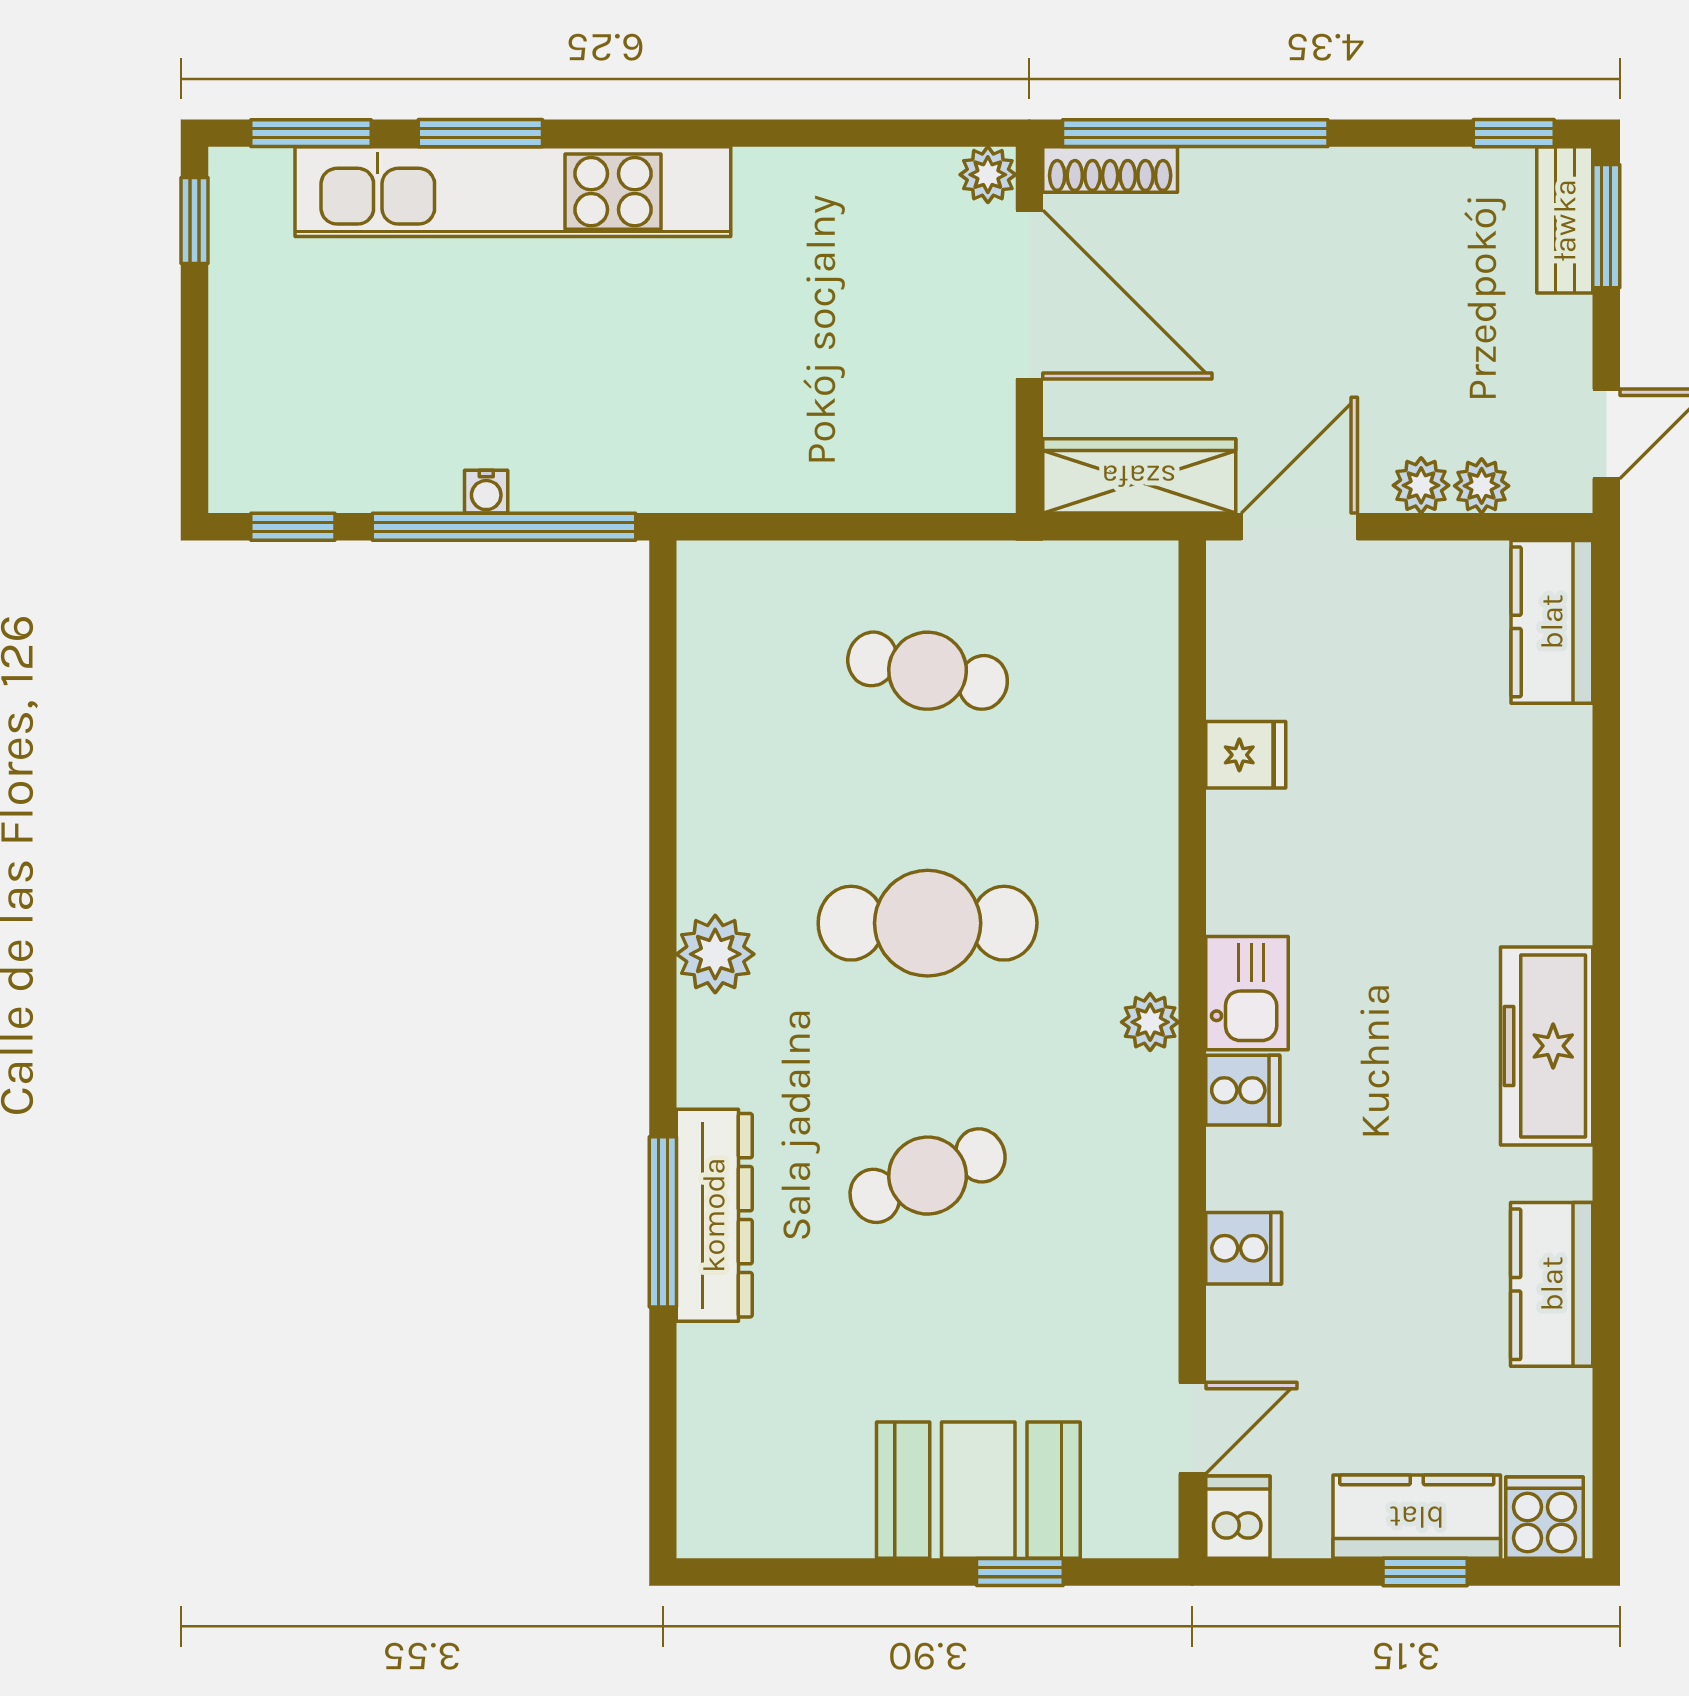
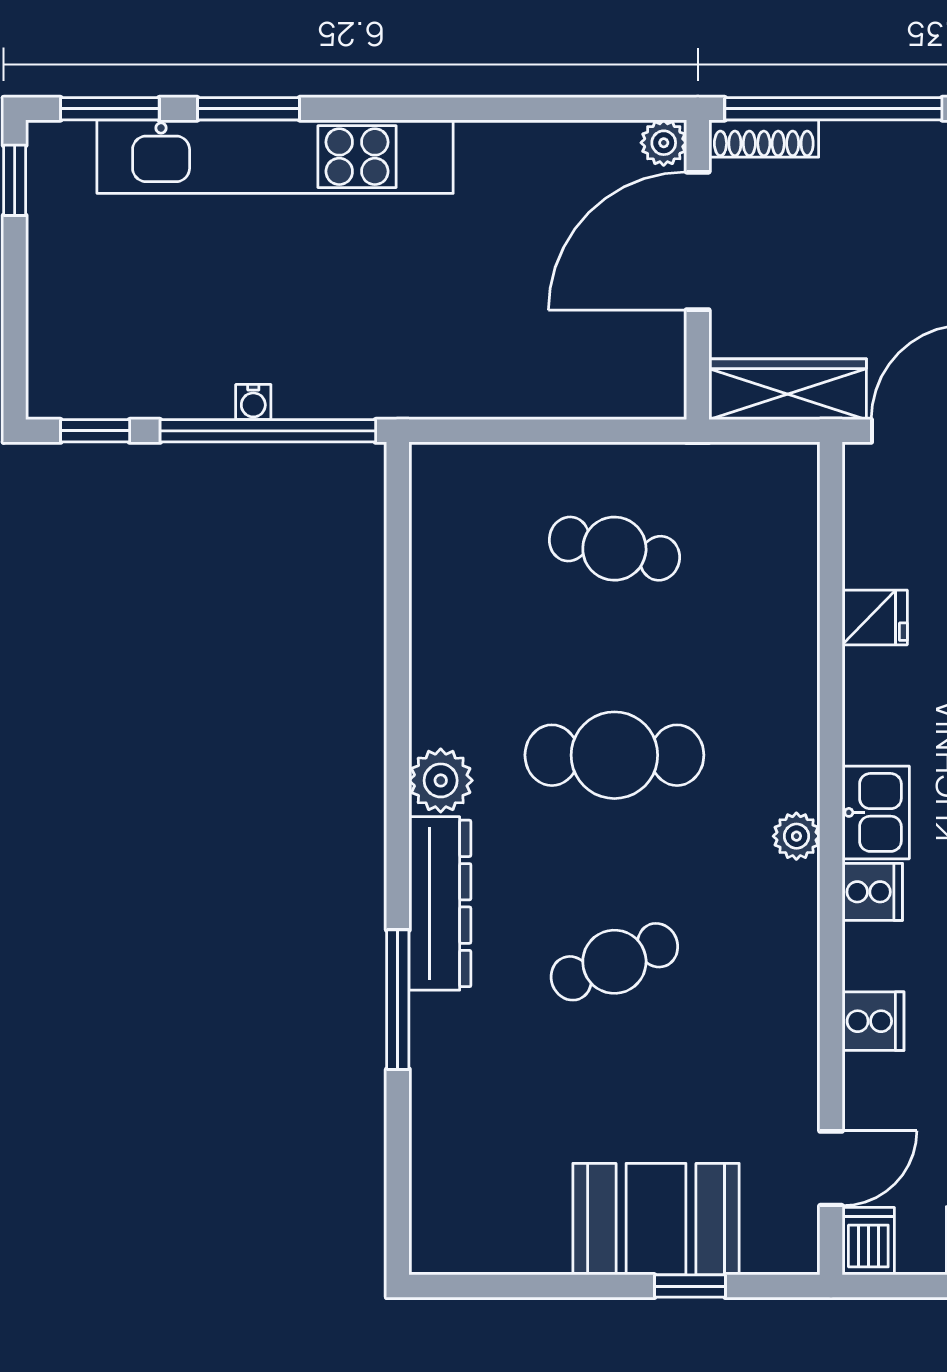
door: (1029, 295) -> (698, 241), swing flipped
dresser: (714, 1215) -> (440, 903), moved

